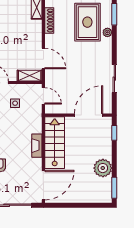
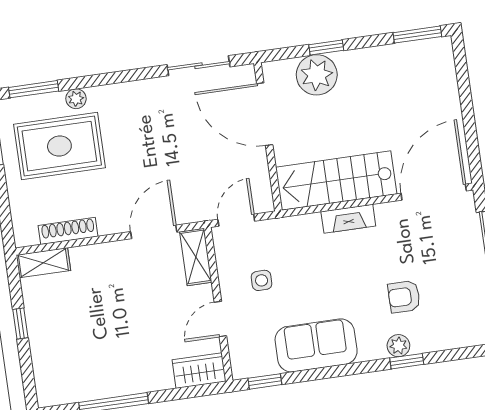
sliding door: (114, 79) -> (198, 66), moved
window: (114, 133) -> (326, 48), moved
plant: (103, 168) -> (317, 75), moved
door: (43, 185) -> (434, 192), hinge flipped

